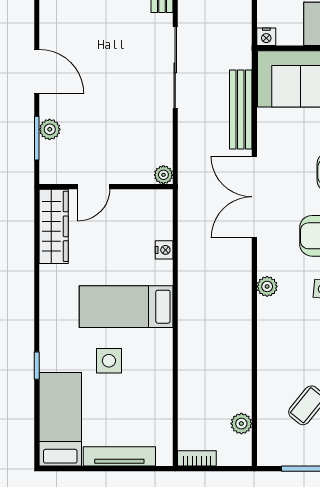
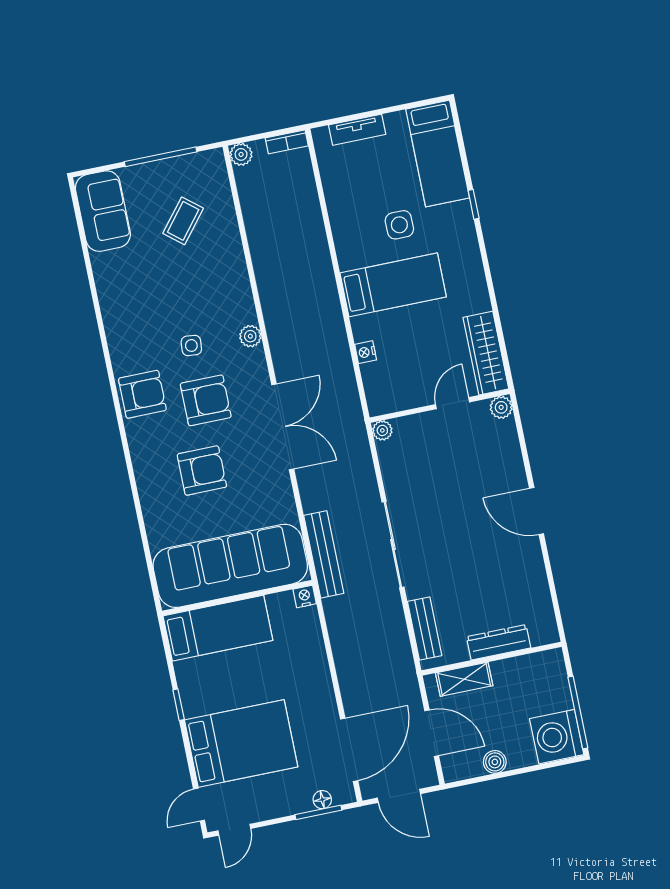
bench: (241, 110) -> (324, 554), moved
plant: (50, 129) -> (501, 407), moved
window: (37, 138) -> (522, 442), removed
plant: (241, 424) -> (241, 154), moved
tv unit: (119, 456) -> (357, 130), width x0.71

